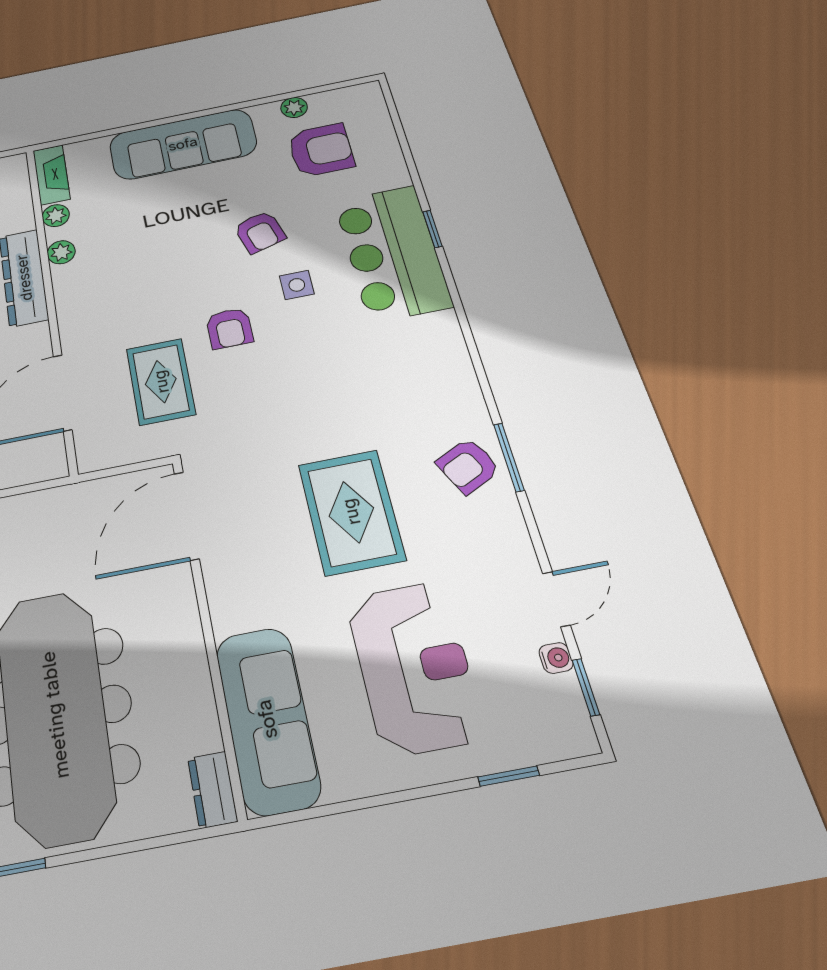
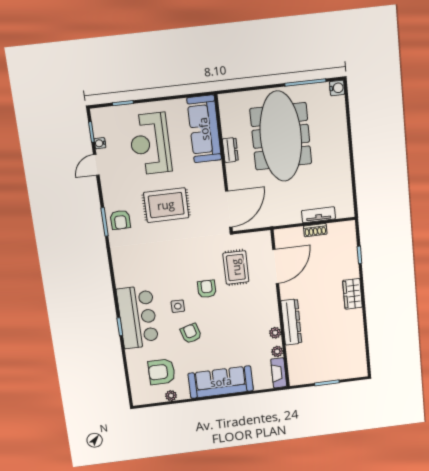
armchair: (468, 466) -> (120, 220), turned 116
rug: (351, 512) -> (166, 205), turned 90
dresser: (212, 790) -> (230, 150), moved

